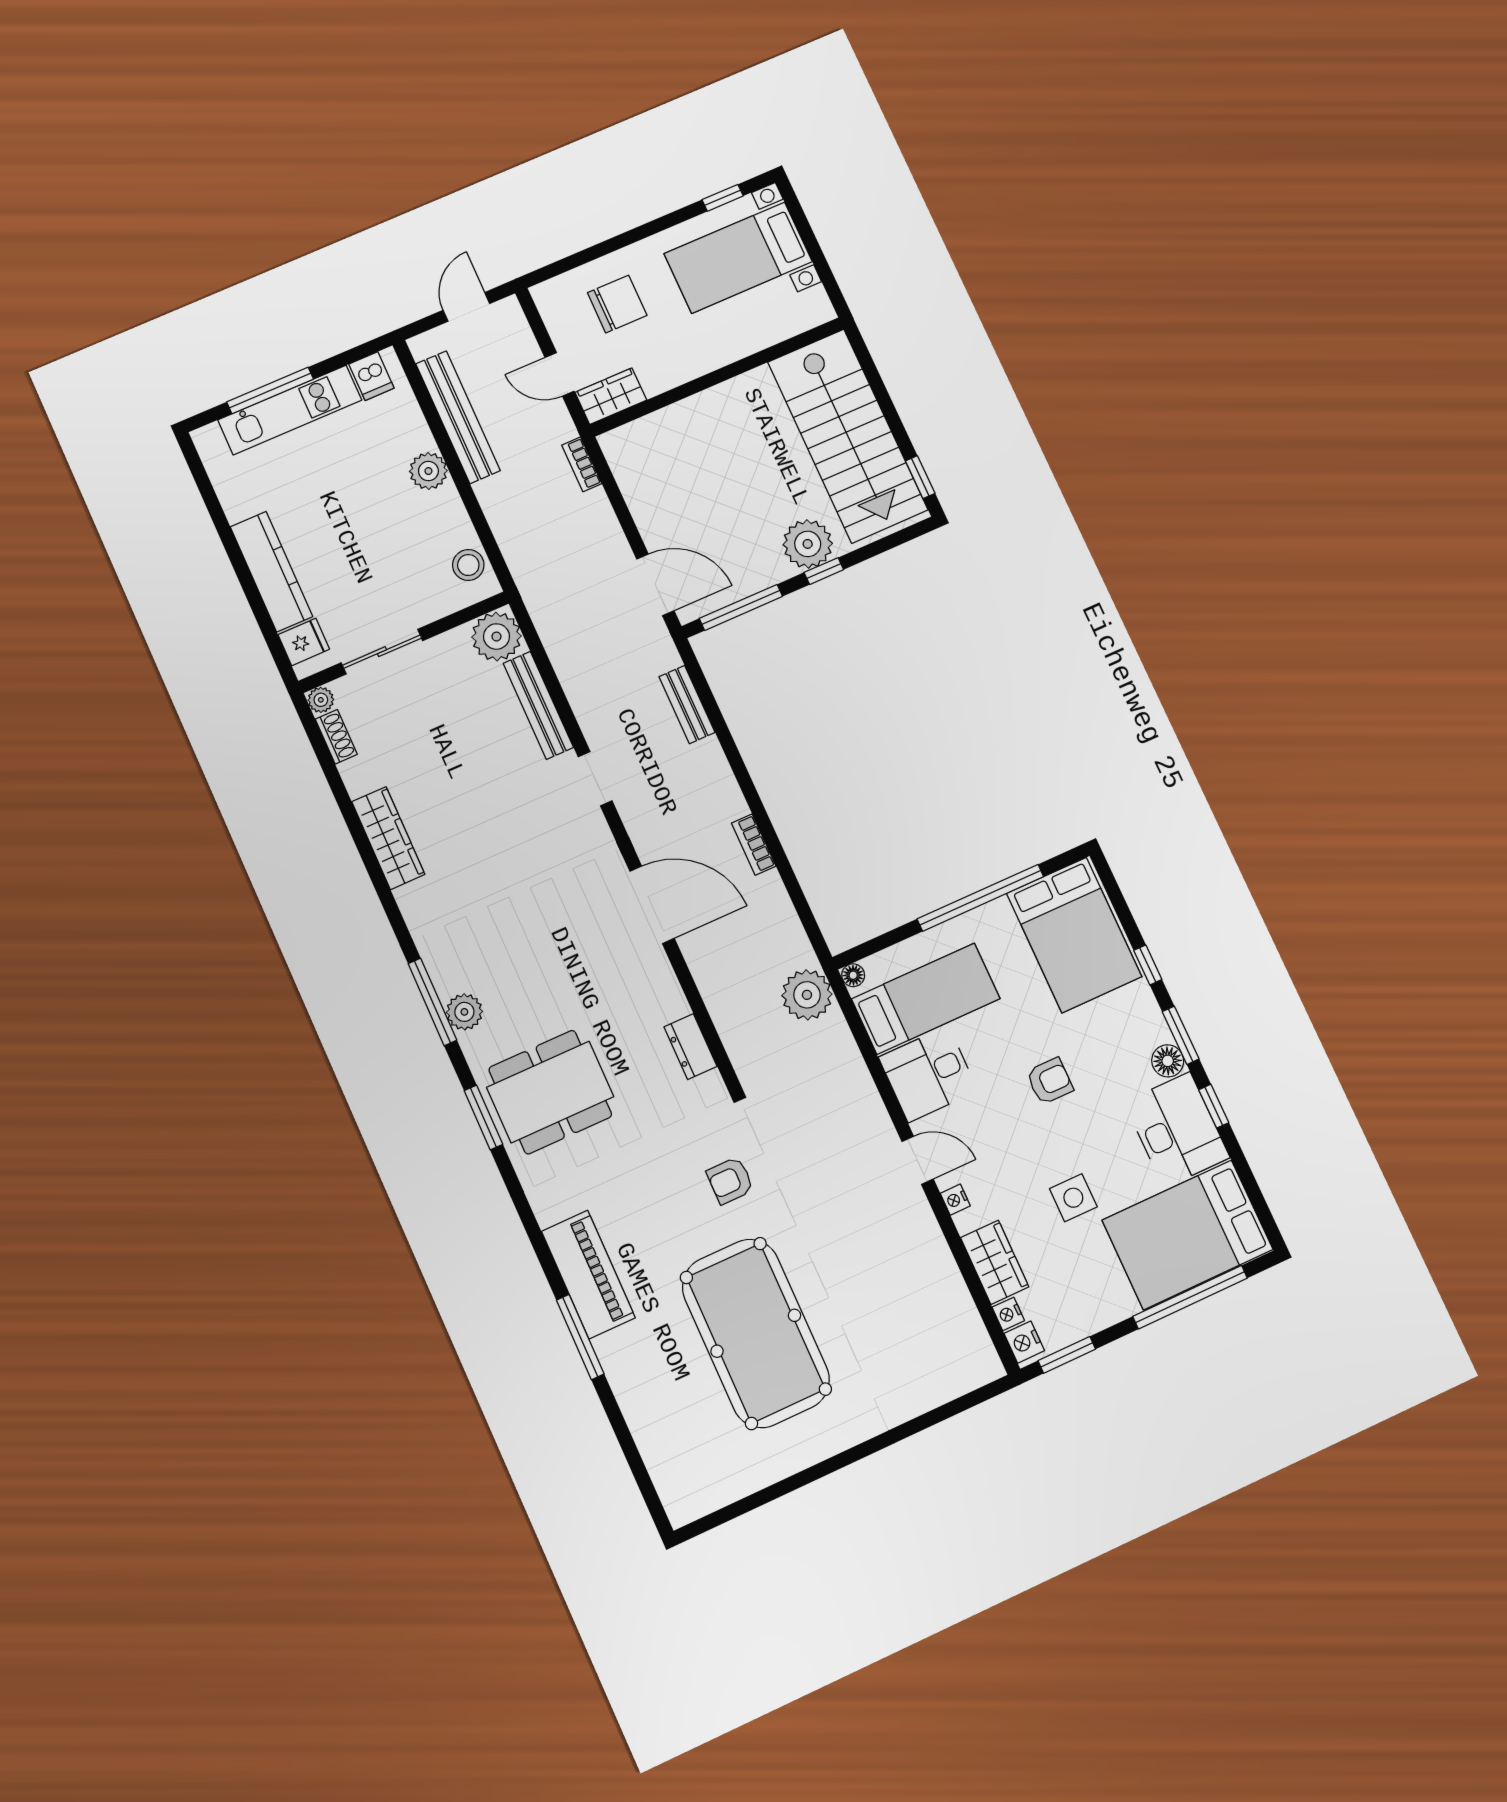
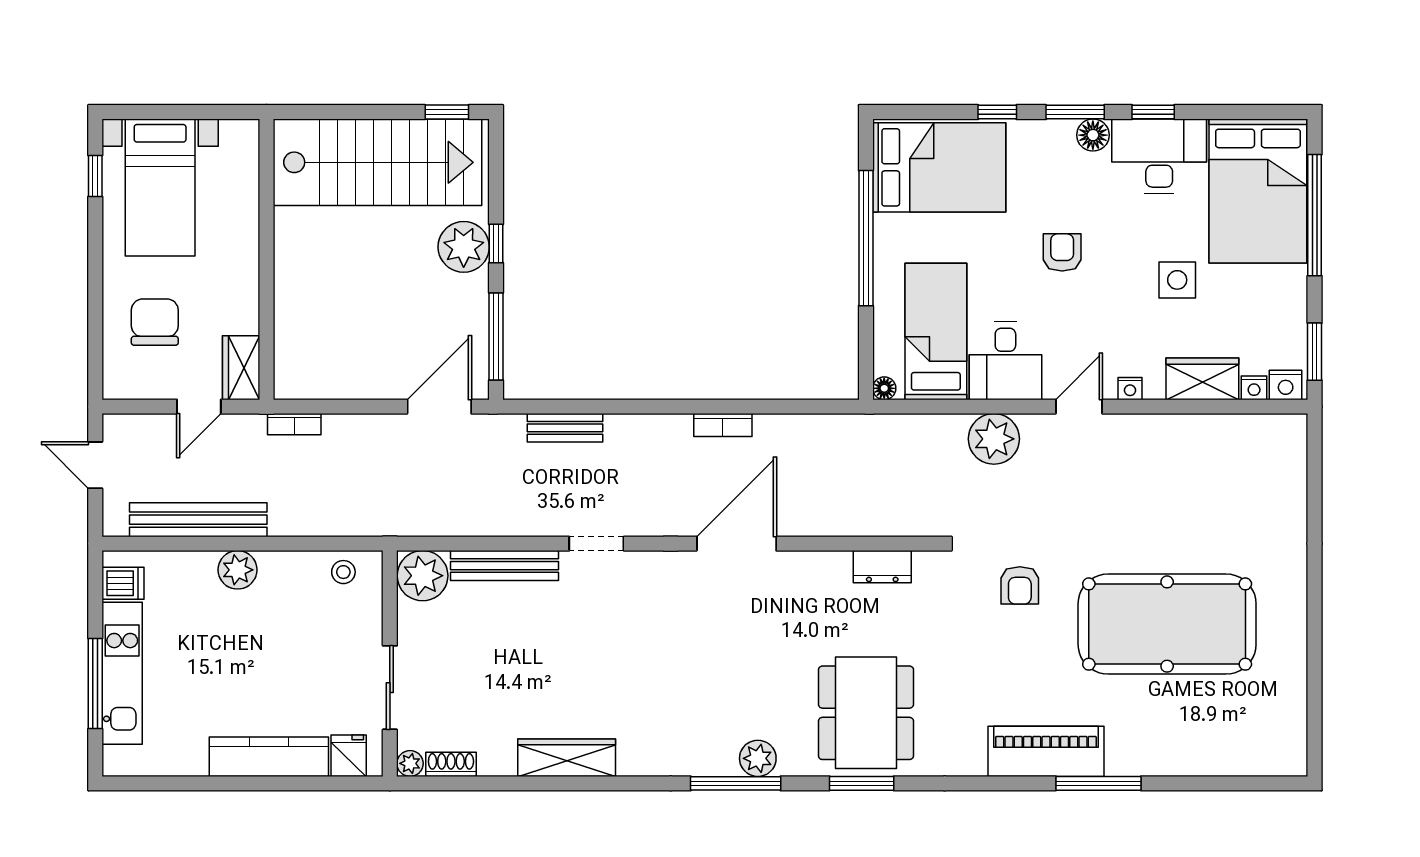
stool: (468, 565) -> (343, 572), width x0.73, depth x0.73
plant: (807, 995) -> (994, 439), moved

